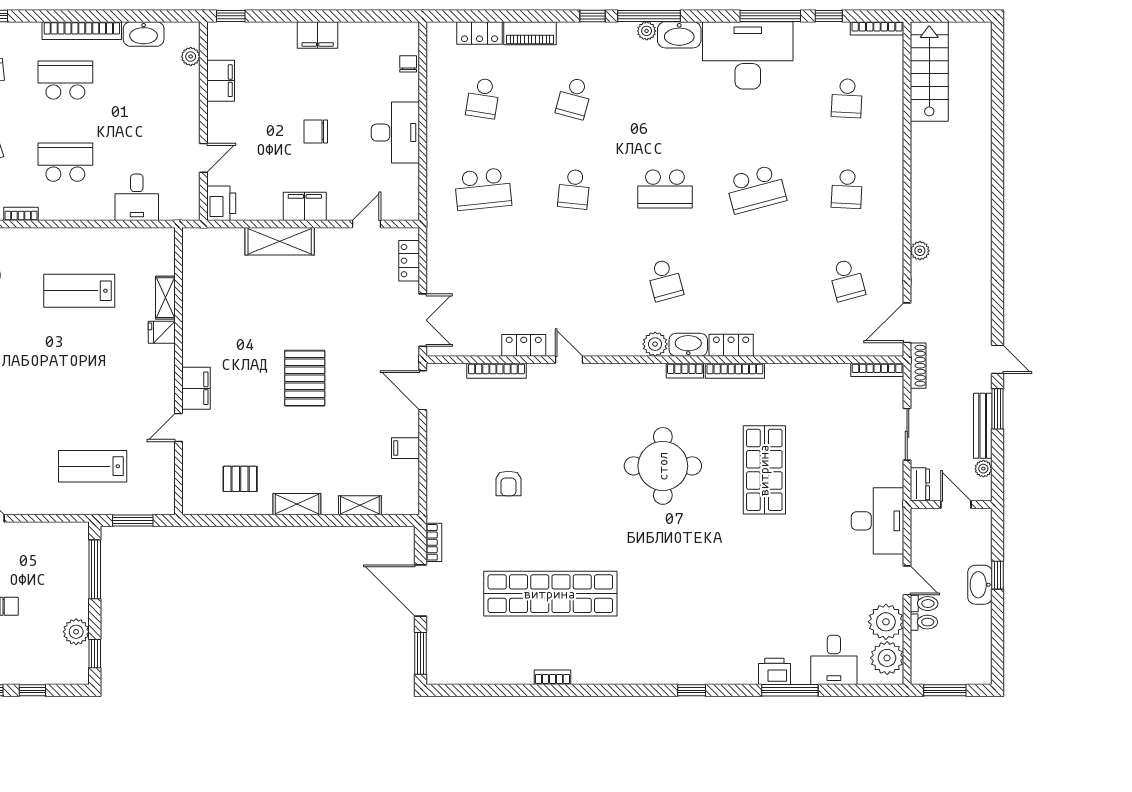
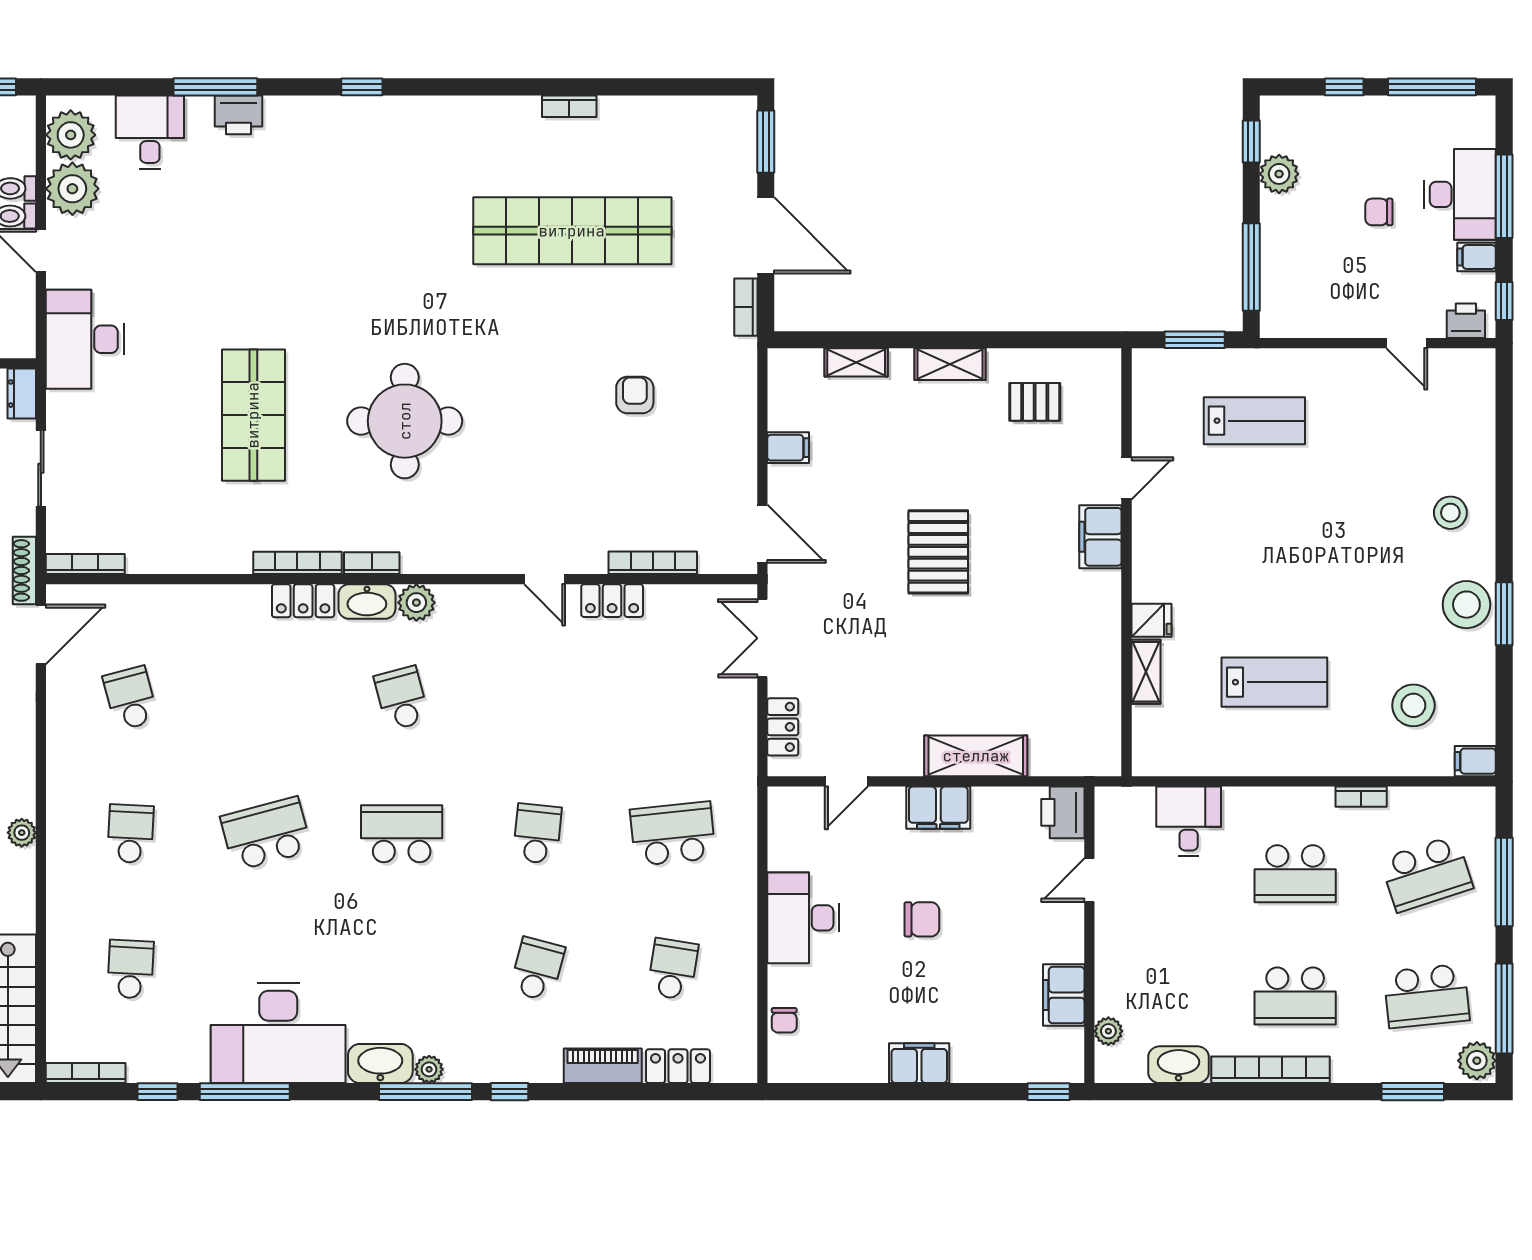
plant: (920, 251) -> (22, 833), moved

